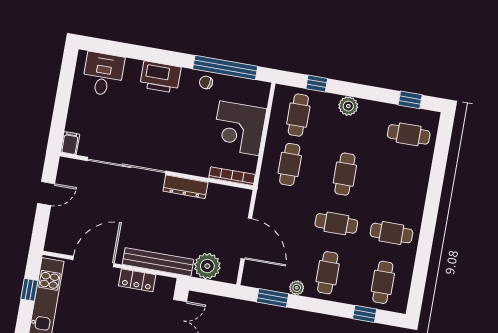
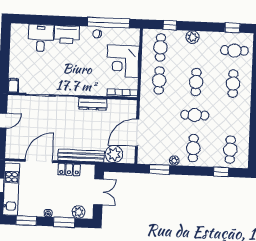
desk: (103, 74) -> (41, 38), moved
cafe table: (391, 233) -> (233, 84), moved, turned 90
door: (246, 239) -> (137, 133), swing flipped

